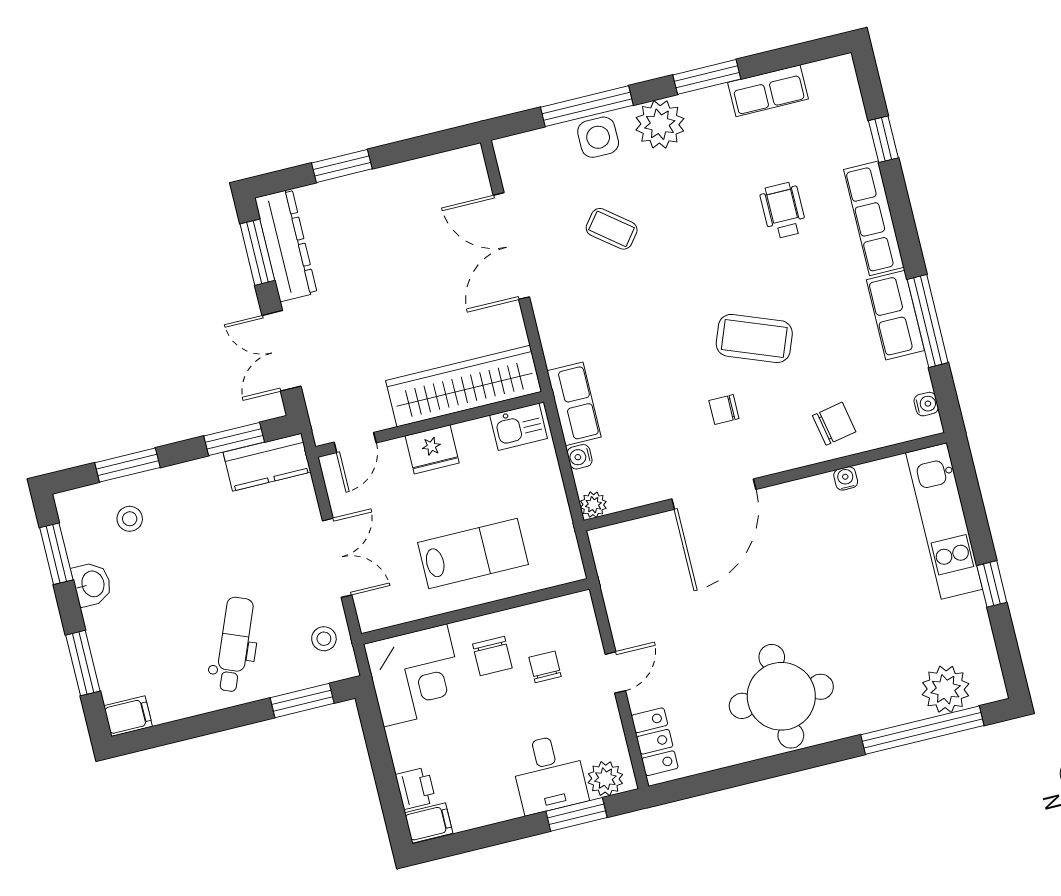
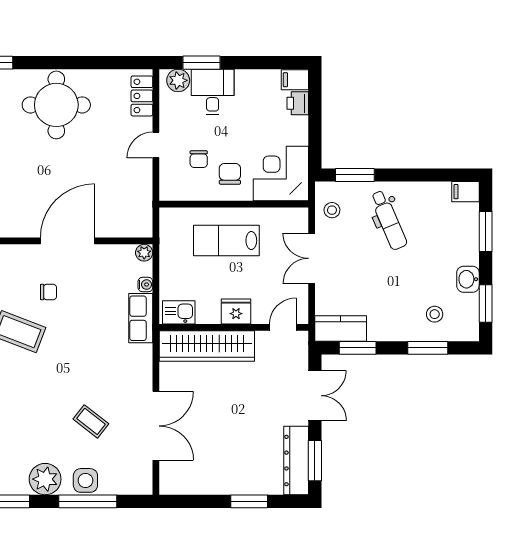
dental chair: (234, 644) -> (389, 220), turned -45

